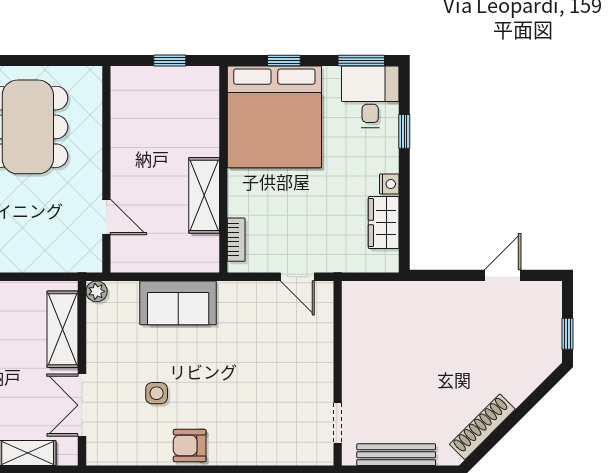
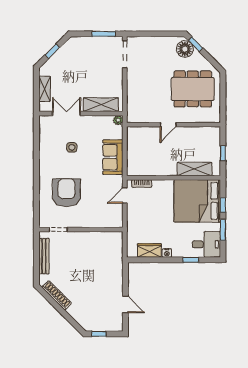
window: (361, 60) -> (223, 230), moved
shelving: (204, 195) -> (195, 169), moved
door: (106, 217) -> (168, 125), moved
door: (297, 277) -> (125, 195), moved
armchair: (190, 445) -> (66, 193), moved, width x1.88, depth x1.88

